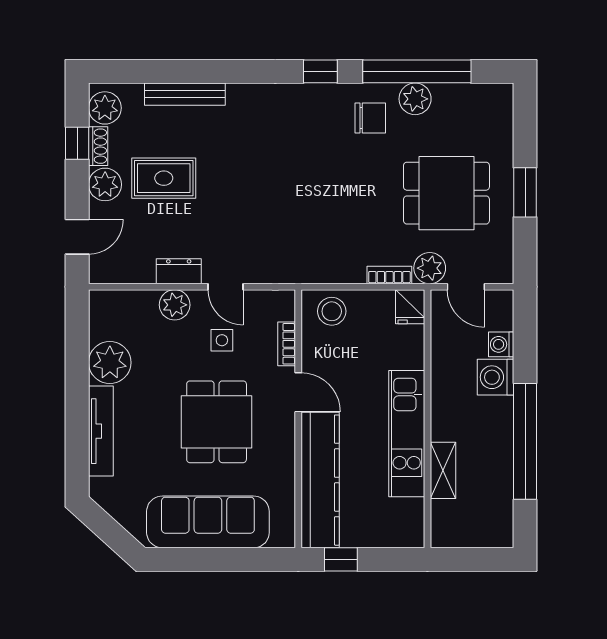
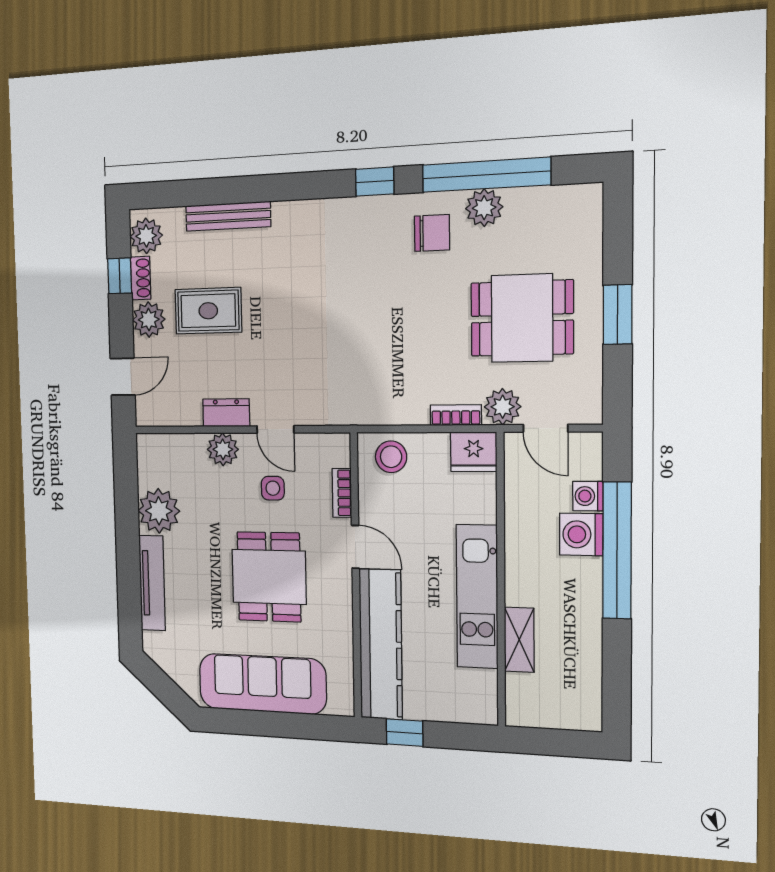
fridge: (410, 307) -> (474, 452), width x1.38
window: (525, 441) -> (617, 551), moved

